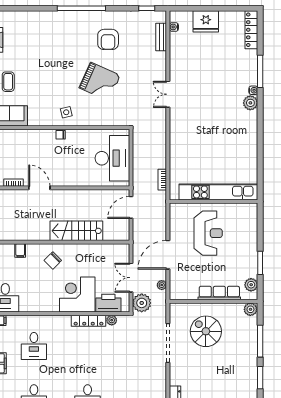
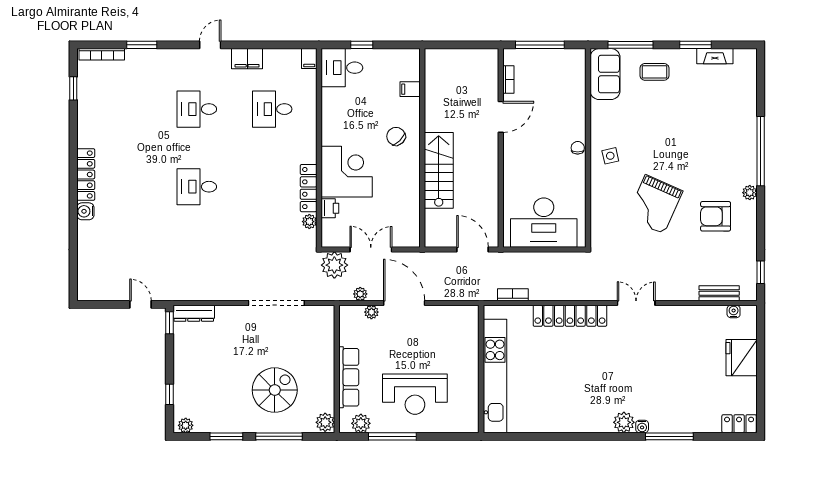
window: (81, 8) -> (761, 151), moved
plant: (92, 16) -> (750, 193), added
locker: (251, 30) -> (739, 424), width x0.66
locker: (177, 140) -> (570, 316), added
reception desk: (208, 233) -> (415, 394), moved
window: (260, 263) -> (392, 436), width x1.44
plant: (174, 277) -> (371, 312), added
printer: (108, 303) -> (330, 208), width x0.53, depth x0.68
spiral stairs: (206, 331) -> (275, 390), moved

